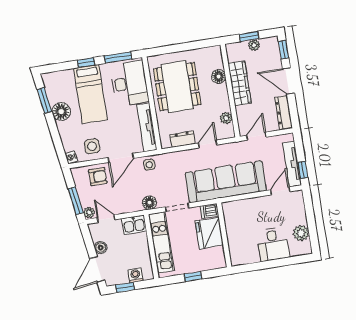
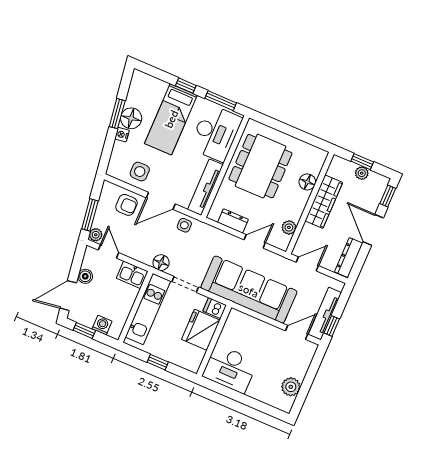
window: (44, 100) -> (117, 114), moved
nightstand: (71, 157) -> (122, 135), moved
desk: (273, 244) -> (230, 369), moved, width x1.37

